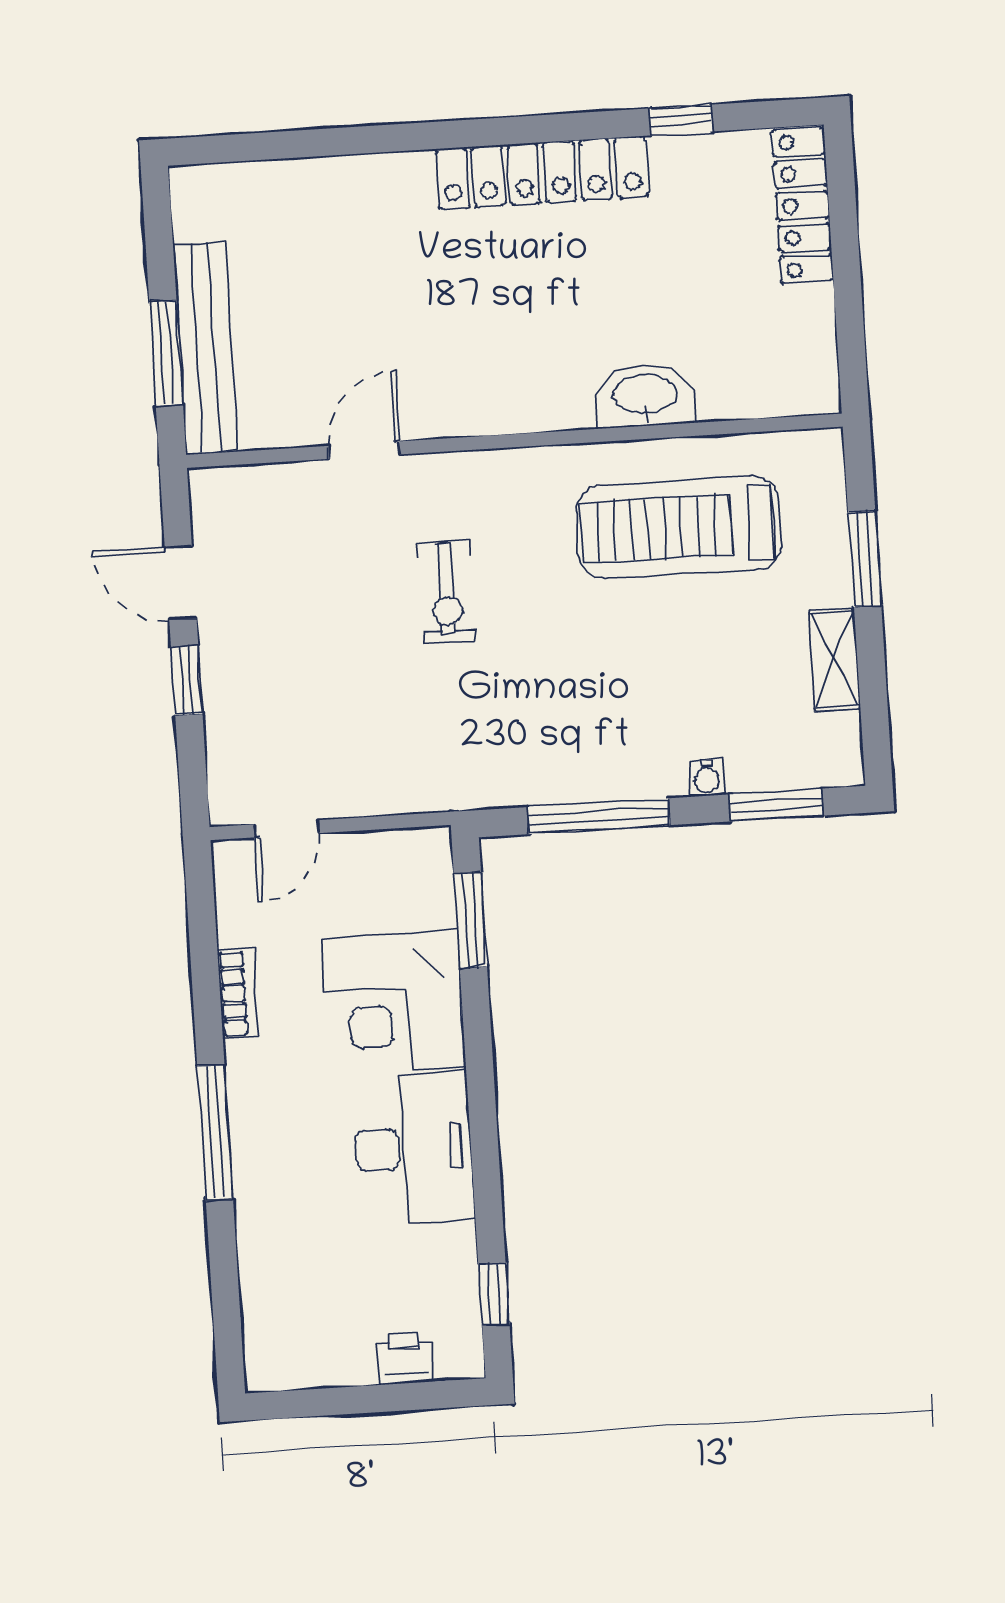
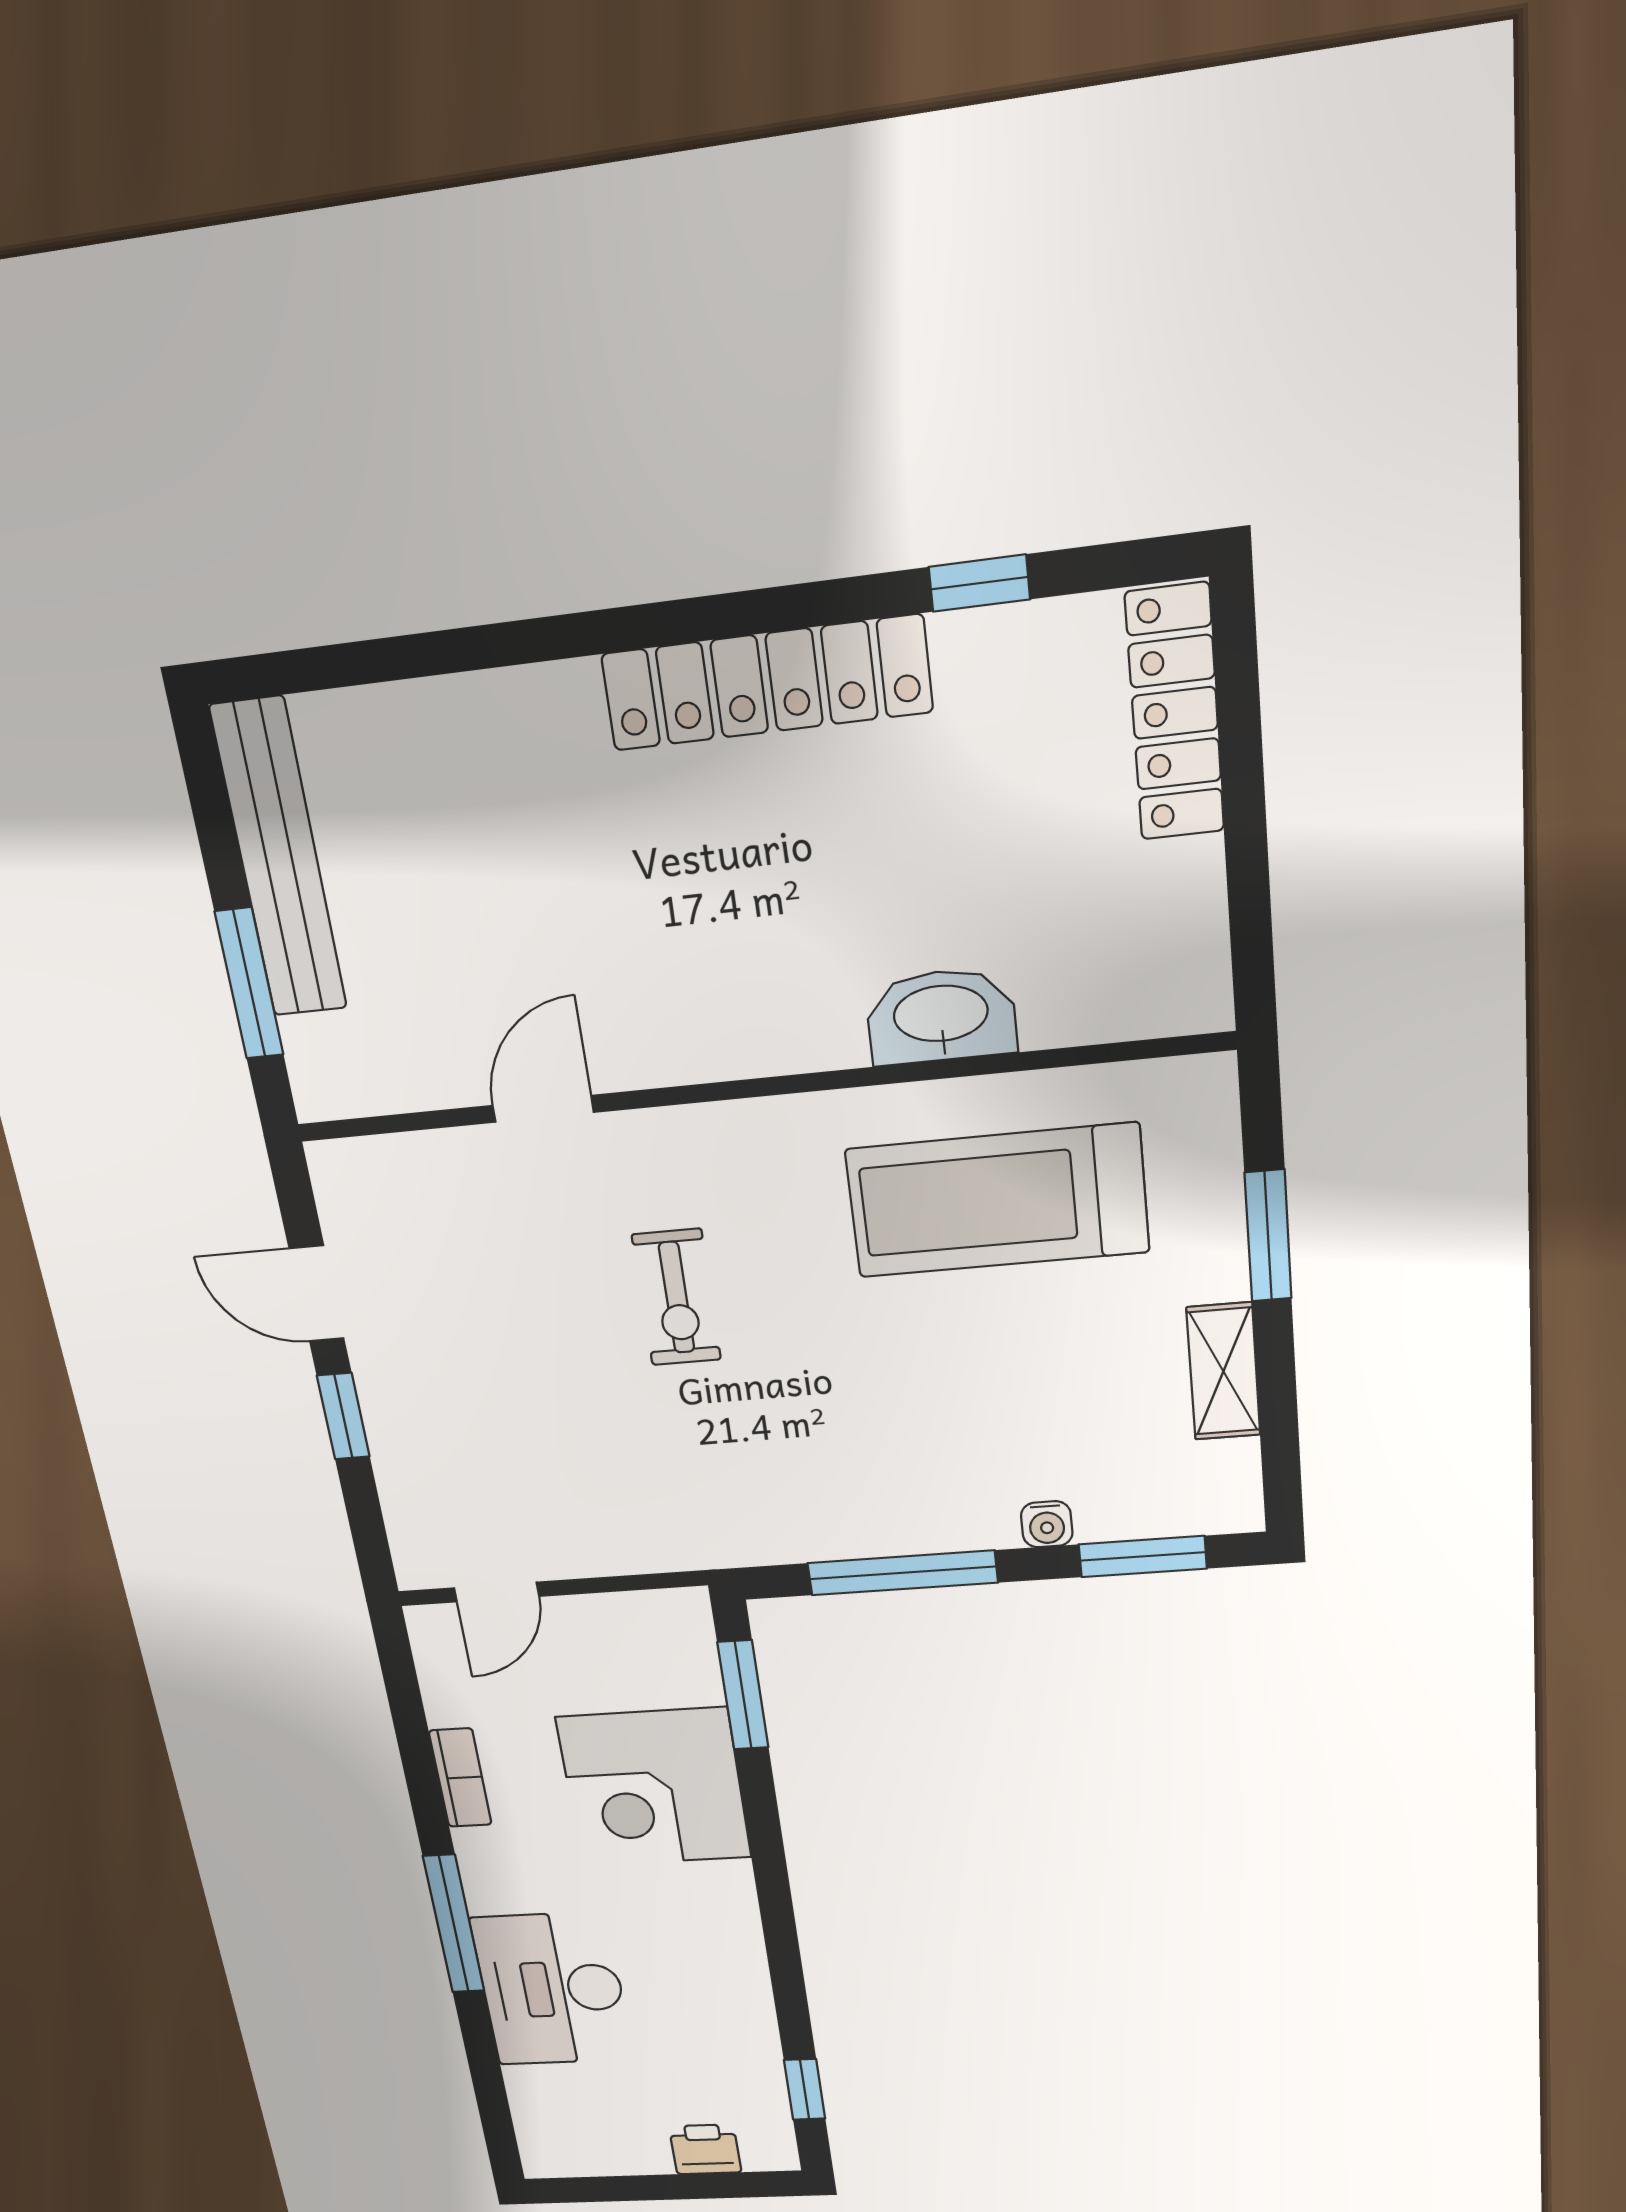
bench: (206, 348) -> (279, 859), moved
desk: (413, 1148) -> (552, 1989), moved, turned 180

